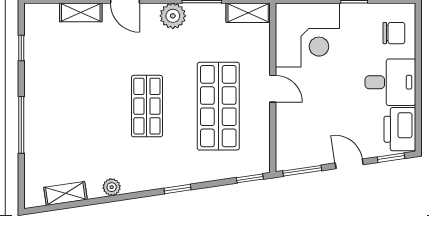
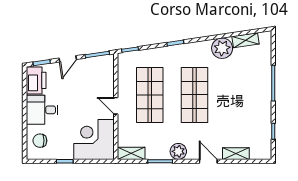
shop shelf: (147, 106) -> (194, 95), width x1.43, depth x1.36
door: (349, 164) -> (68, 59), hinge flipped
plant: (112, 187) -> (222, 48), width x1.87, depth x1.87

